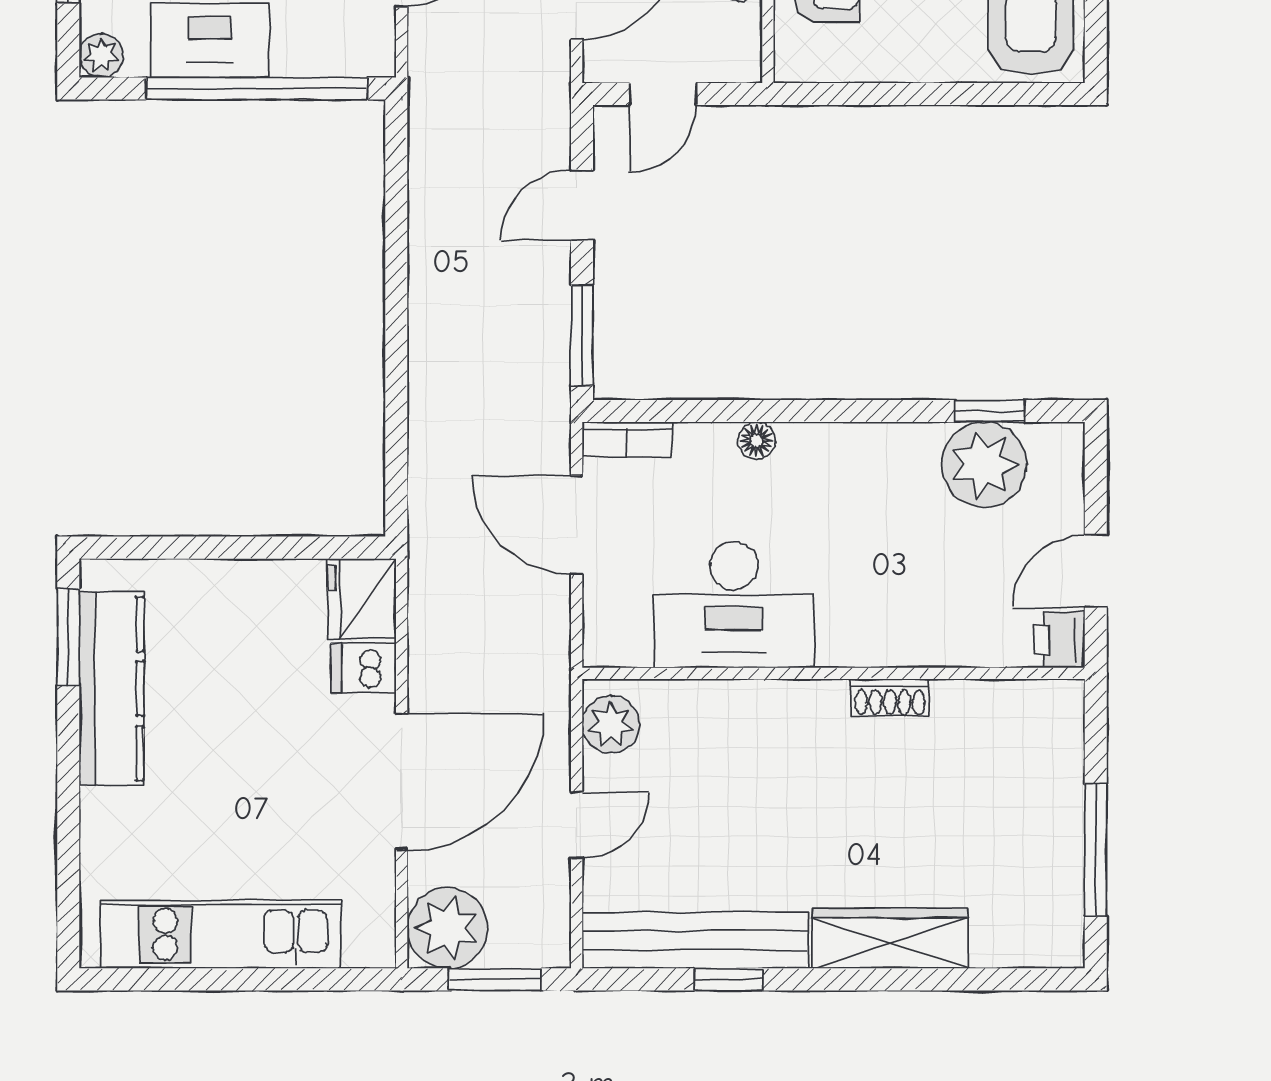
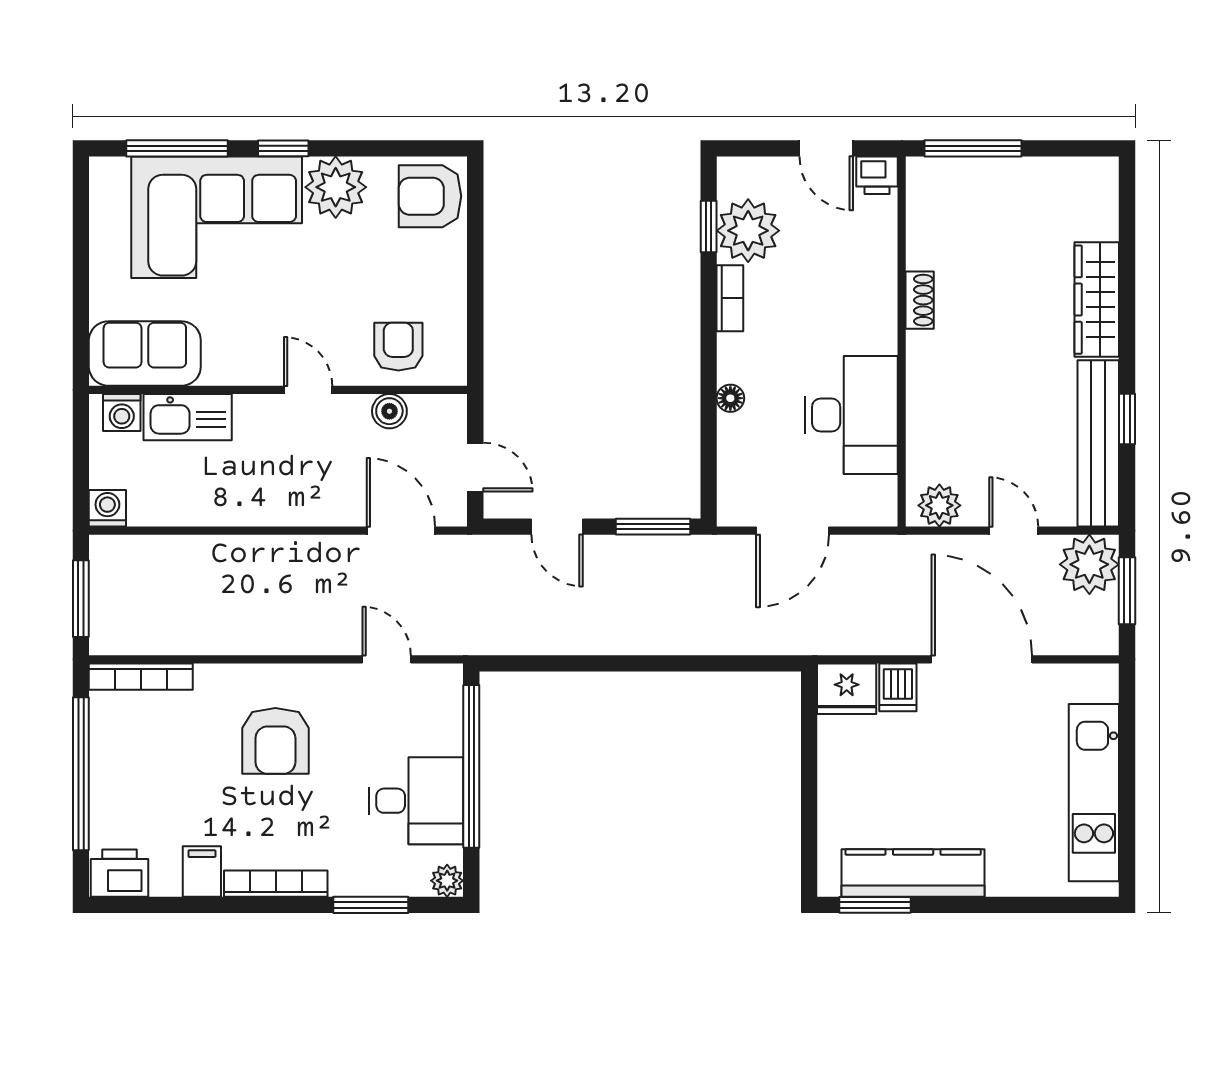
bookcase: (627, 440) -> (730, 298), moved
window: (1096, 850) -> (973, 148), moved
plant: (448, 928) -> (1089, 564), moved

